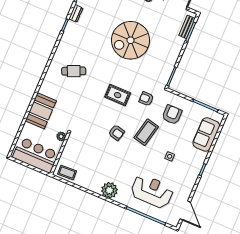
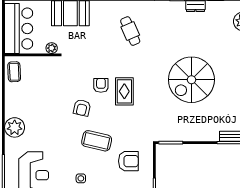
spiral stairs: (131, 40) -> (191, 80), turned -90
armchair: (146, 99) -> (101, 85), moved

